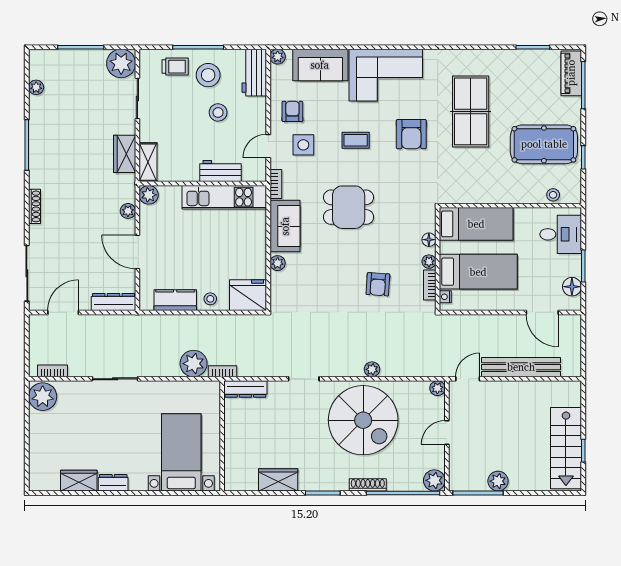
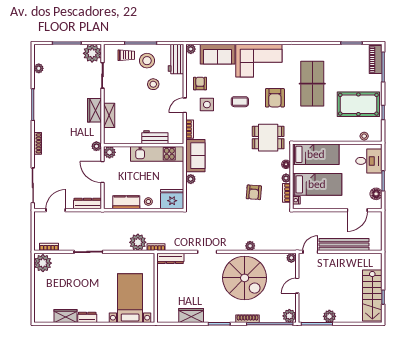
workbench: (221, 171) -> (155, 137), moved
wall: (203, 183) -> (144, 145), moved
plant: (149, 195) -> (110, 152), moved
kitchen unit: (224, 197) -> (157, 154), moved
dining table: (349, 207) -> (268, 138), moved
door: (542, 312) -> (357, 210), hinge flipped

